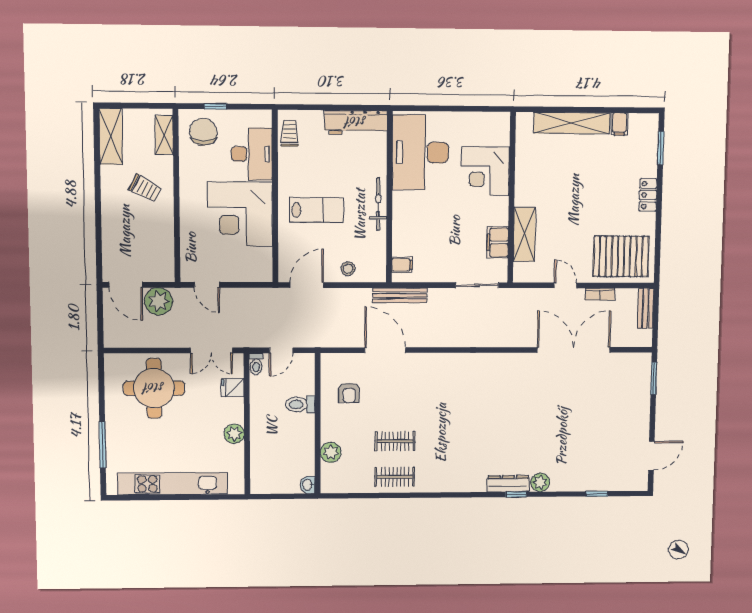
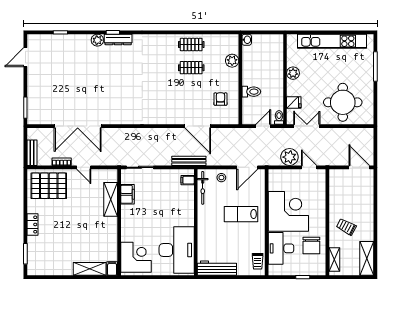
shelving: (572, 123) -> (90, 269), width x0.68
filing cabinet: (619, 124) -> (112, 268), moved
chair: (203, 132) -> (311, 245), moved
corner desk: (485, 171) -> (136, 257), moved
bicycle: (378, 204) -> (203, 188), moved
plant: (159, 301) -> (289, 157), moved

